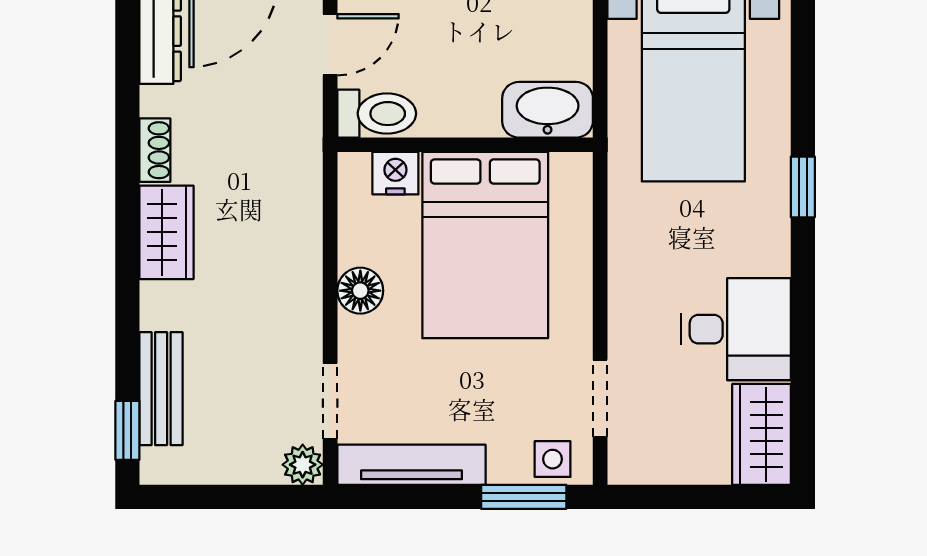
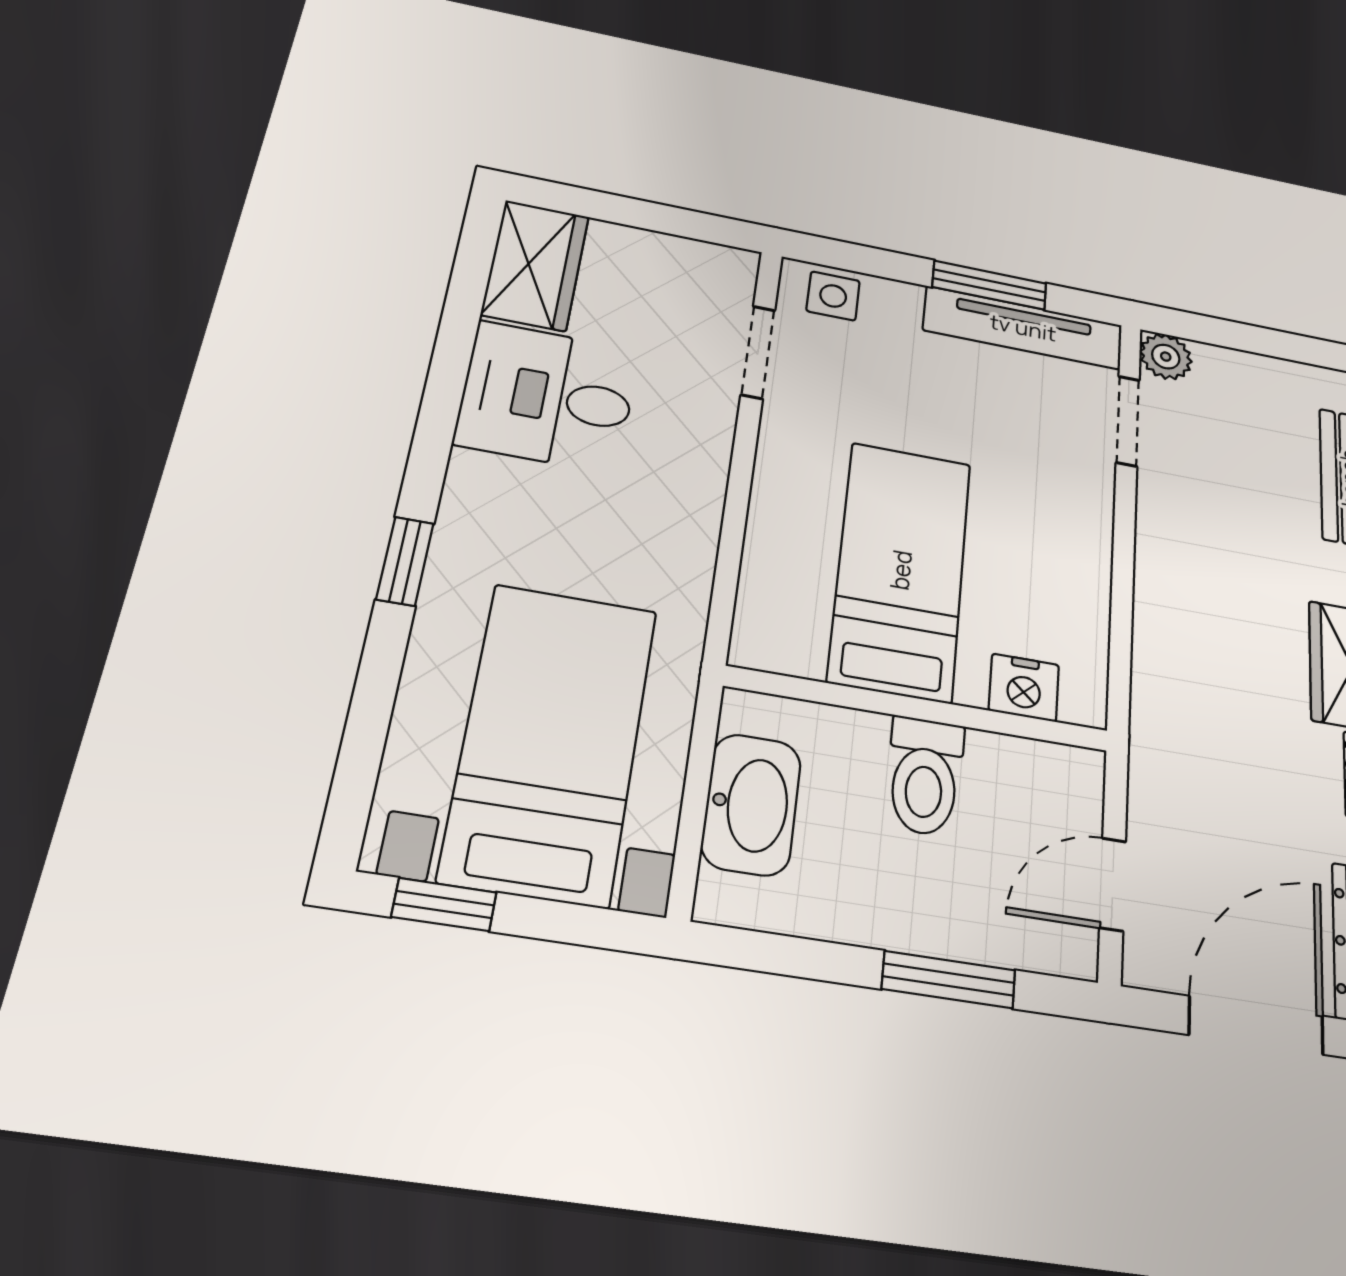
washbasin: (548, 110) -> (751, 804), moved, turned -90
toilet: (377, 114) -> (925, 776), moved, turned -90
bed: (485, 245) -> (901, 570), width x0.67
floor lamp: (360, 291) -> (1082, 545), removed
window: (524, 497) -> (989, 285), moved

